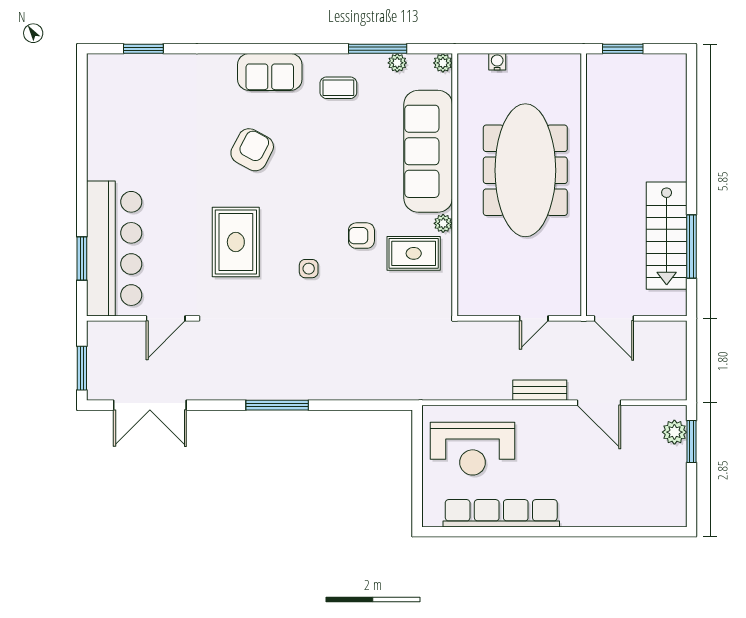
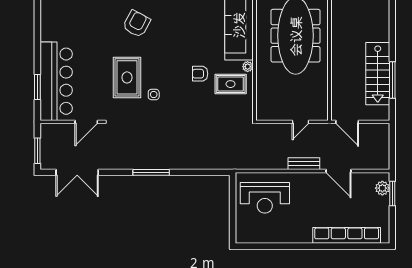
side table: (309, 269) -> (154, 94), moved
row of seats: (501, 513) -> (347, 235), moved

